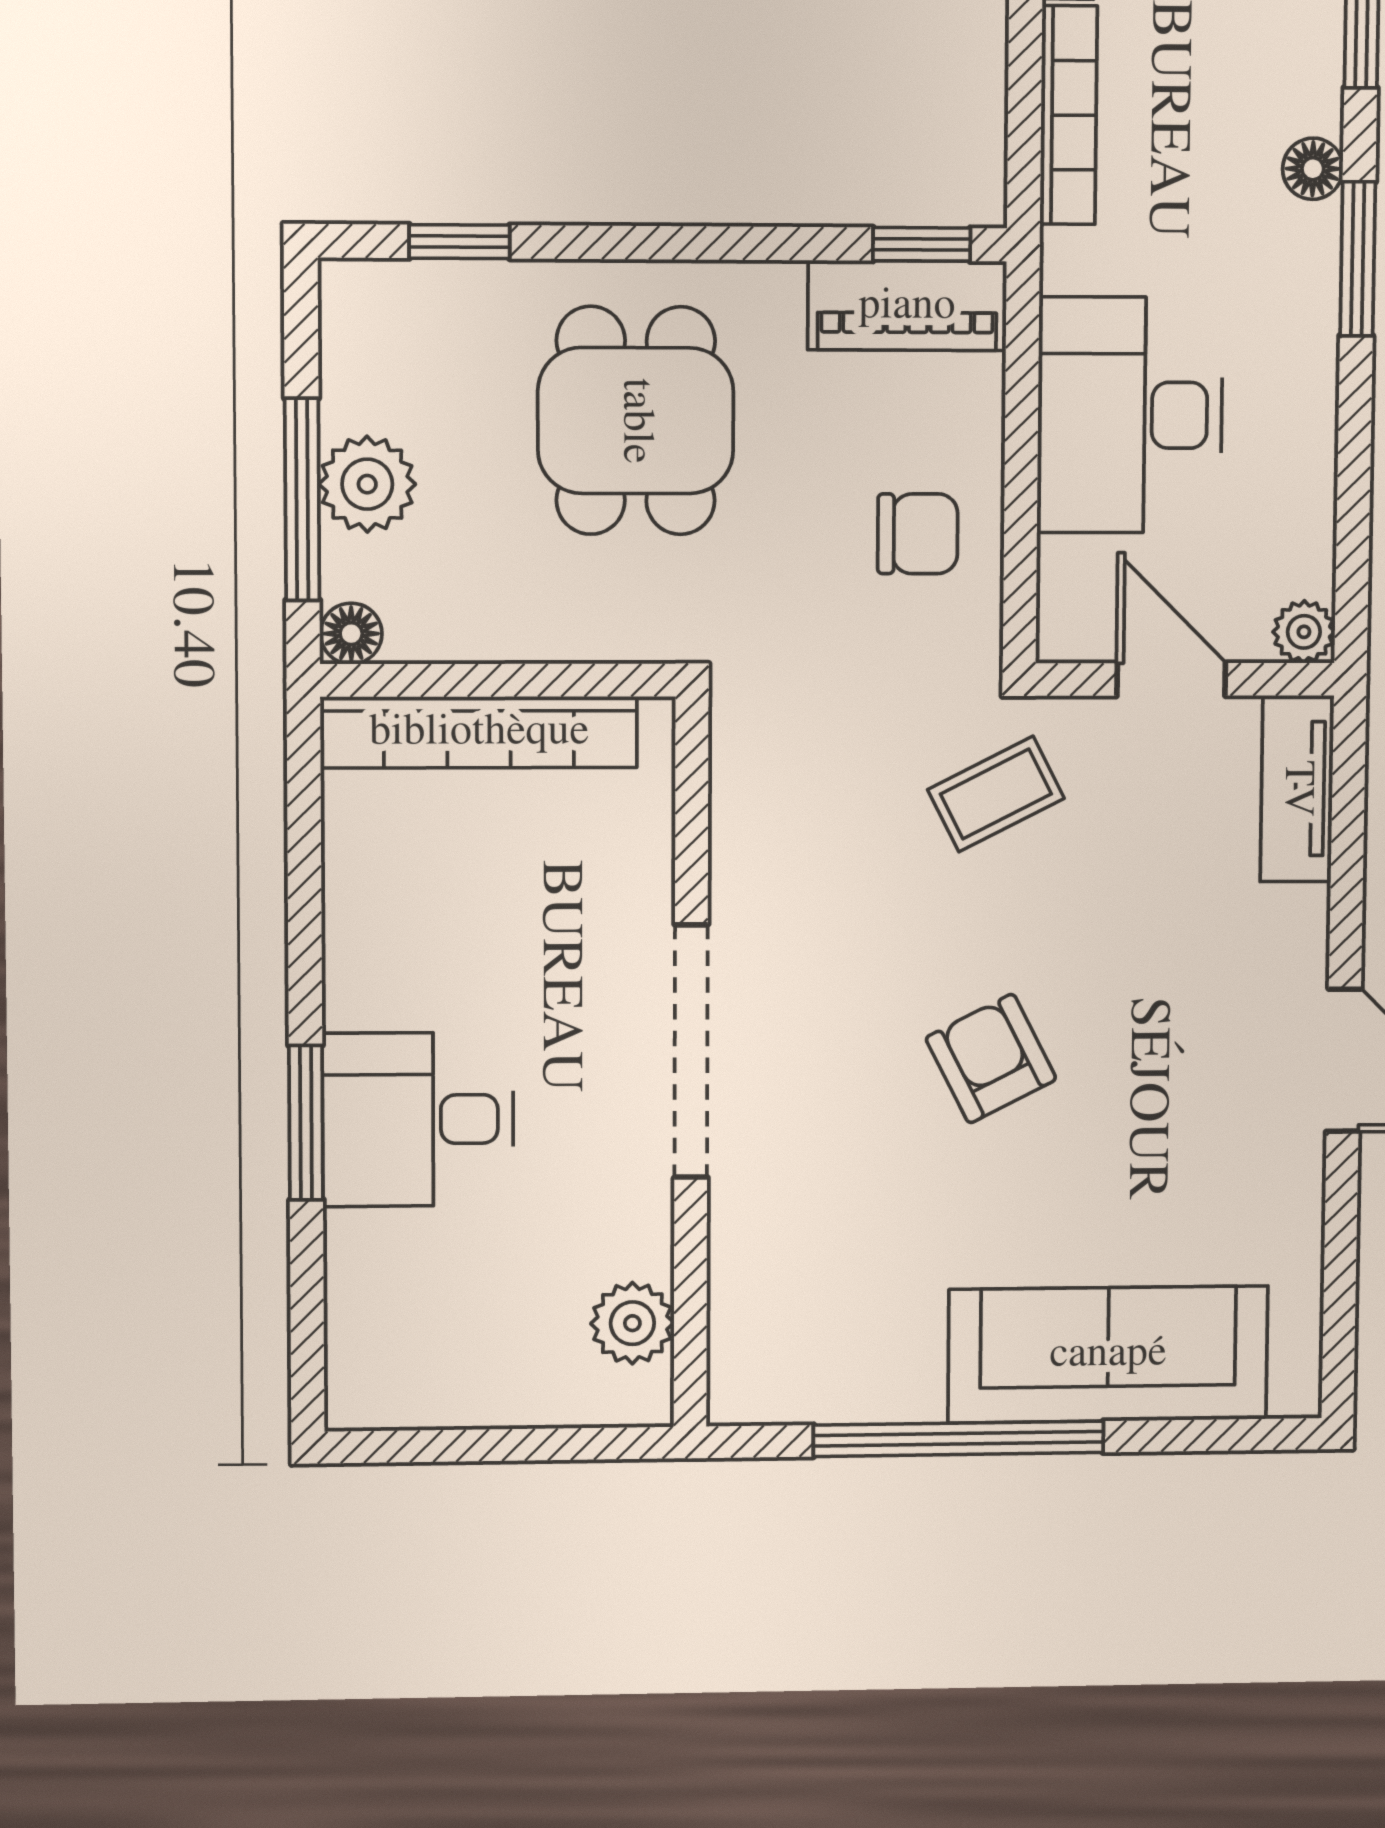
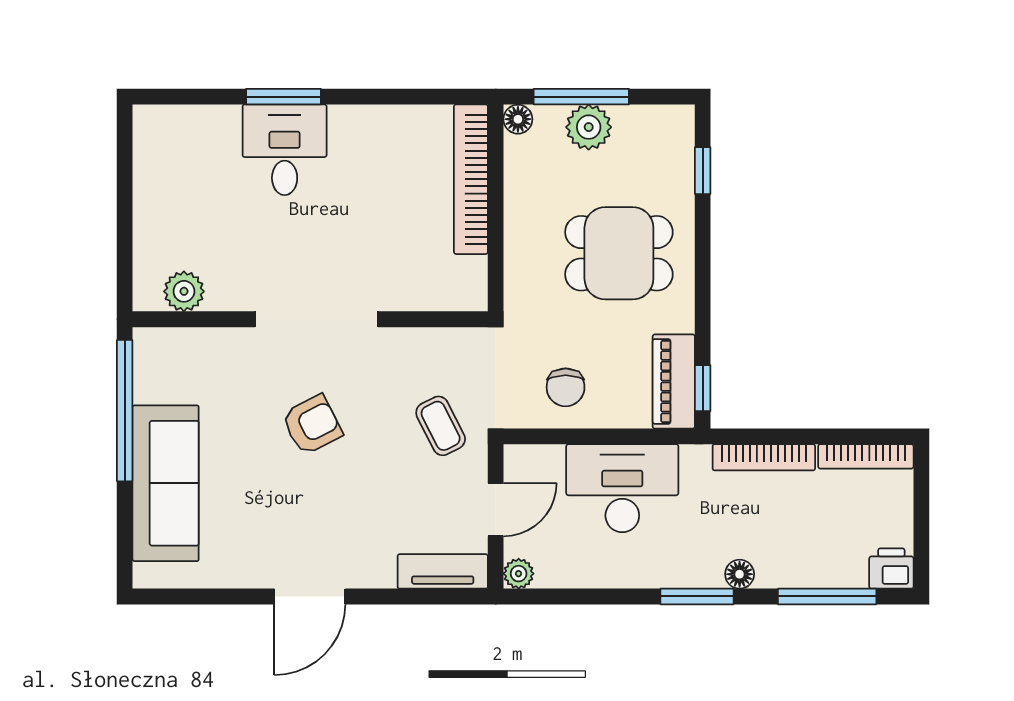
doorway: (691, 1051) -> (317, 319), moved
wall: (691, 1065) -> (310, 319), moved
plant: (632, 1323) -> (184, 291), moved

